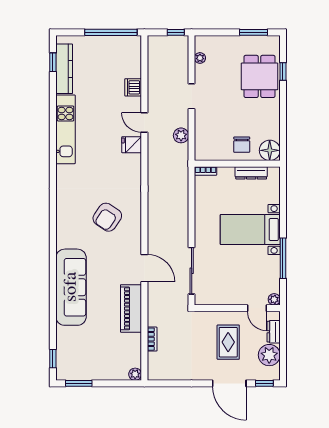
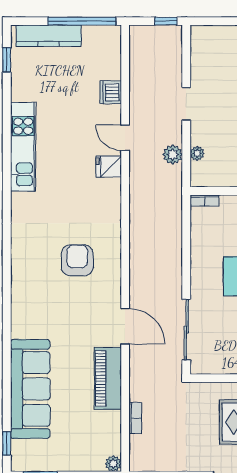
plant: (200, 58) -> (197, 153), moved
kitchen counter: (64, 69) -> (48, 36), moved, turned 90
armchair: (107, 217) -> (77, 260), turned 146
sofa: (71, 287) -> (30, 389), moved

